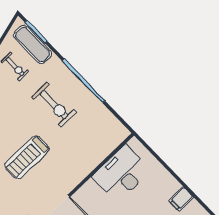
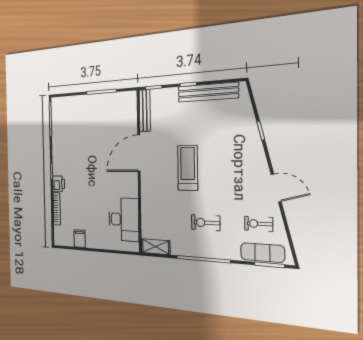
exercise bike: (54, 105) -> (206, 223), width x0.73, depth x0.72
shelving: (114, 126) -> (155, 247), added

